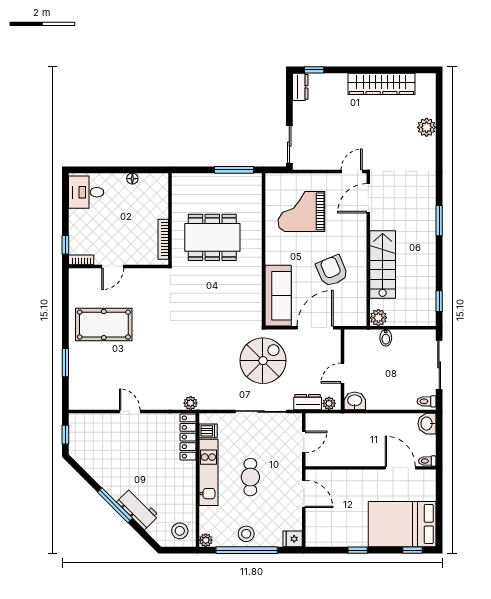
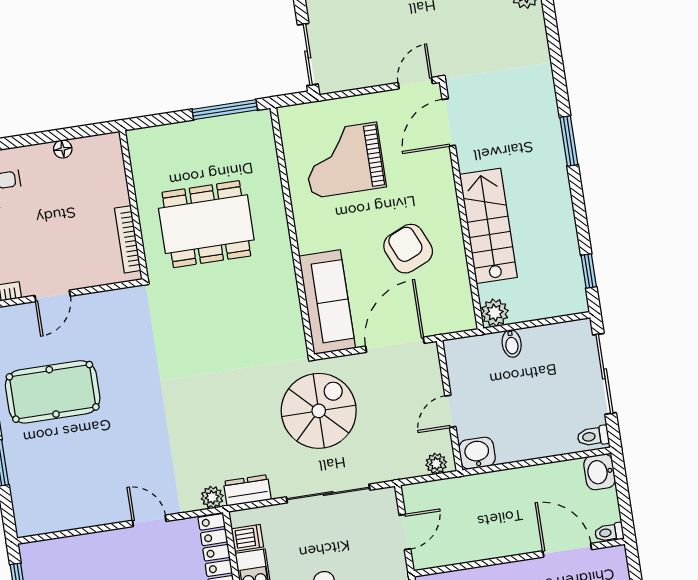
dresser: (308, 402) -> (247, 490), moved
door: (130, 411) -> (149, 521), moved

